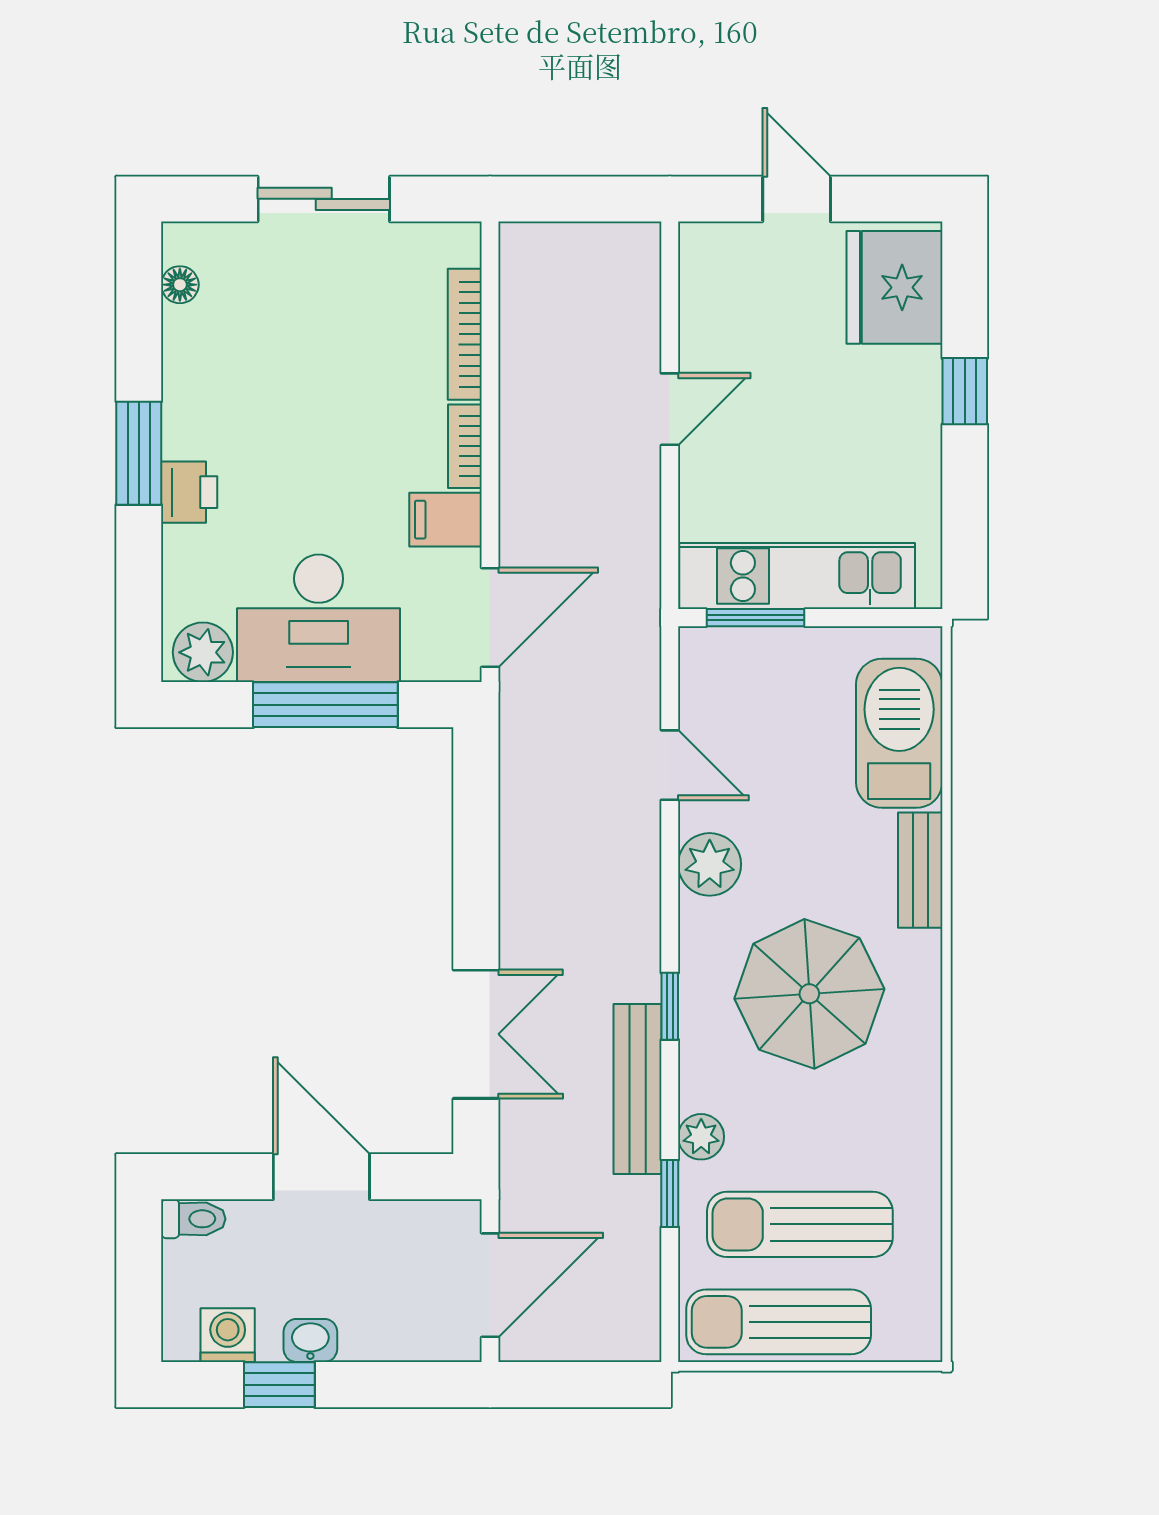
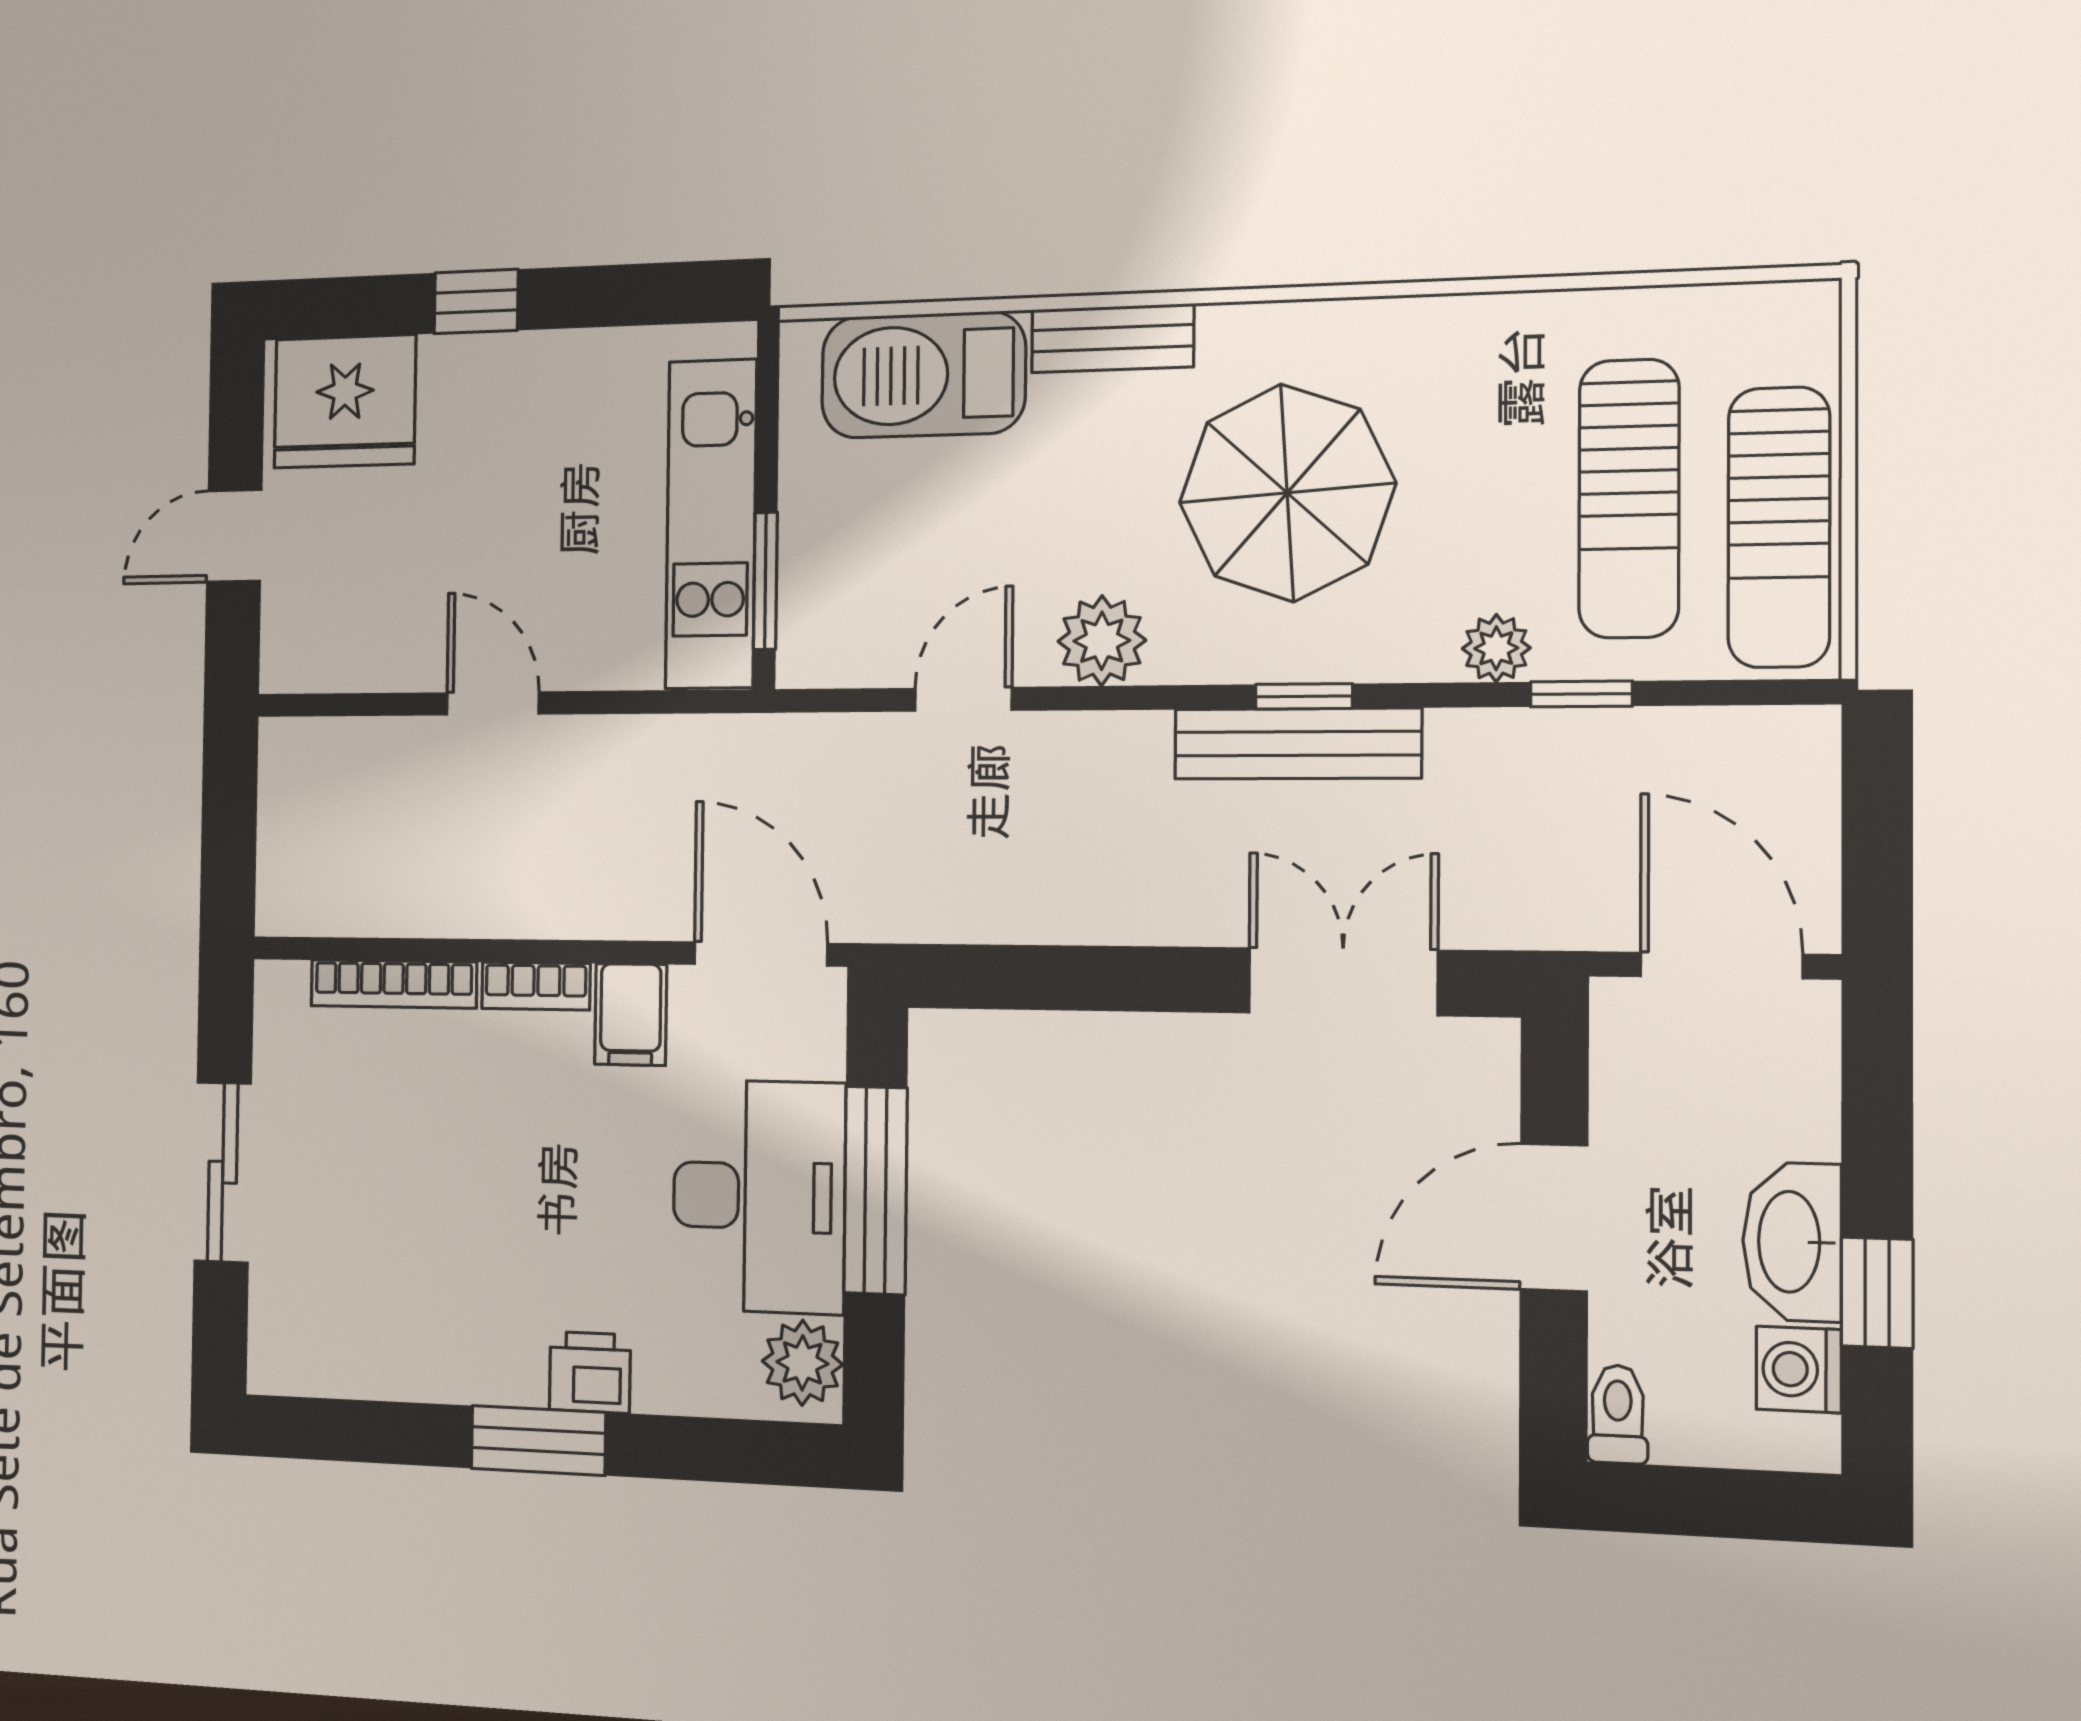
floor lamp: (180, 285) -> (325, 1373), removed
bench: (638, 1089) -> (1297, 744), moved
washbasin: (310, 1340) -> (1792, 1242), width x1.91, depth x1.45

